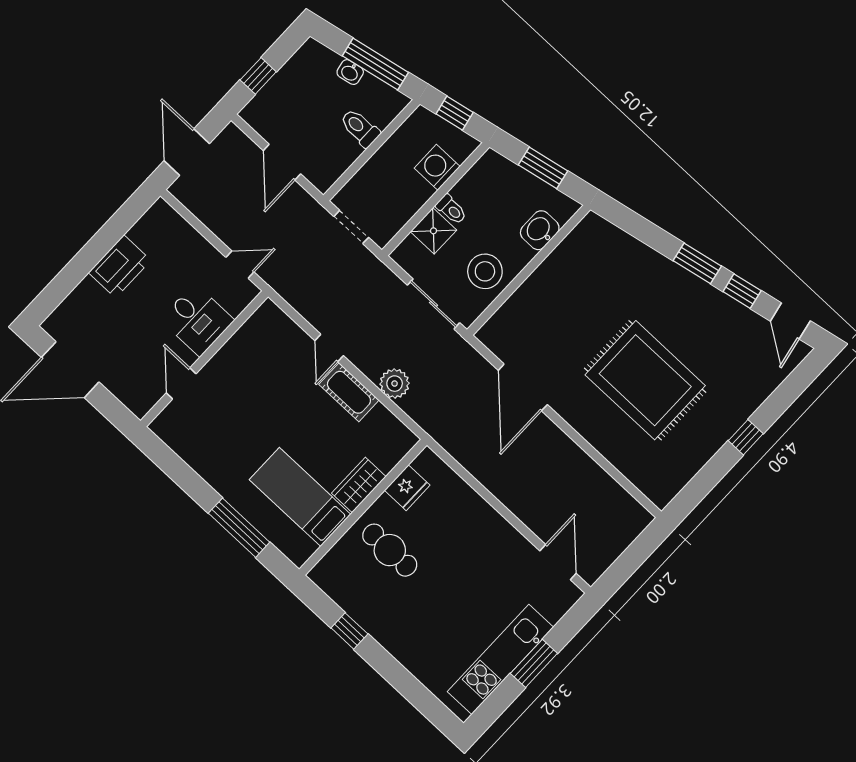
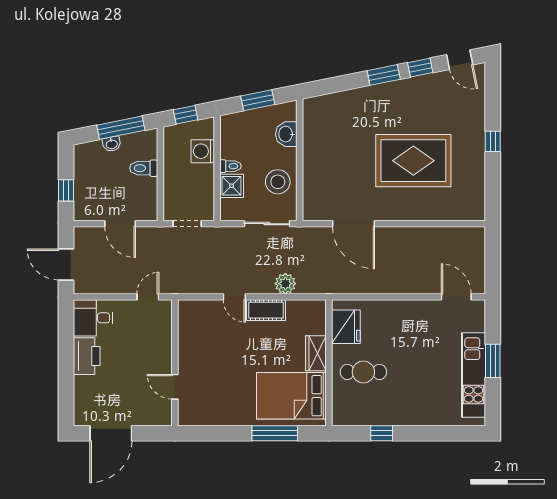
desk: (197, 320) -> (93, 318), moved, turned 180
fridge: (407, 488) -> (346, 327), width x1.36, depth x1.34
bed: (300, 497) -> (291, 396), width x1.50

